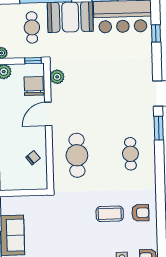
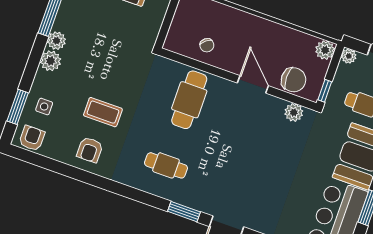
cafe table: (77, 155) -> (189, 100), turned 90
coffee table: (110, 214) -> (103, 112), turned 90

